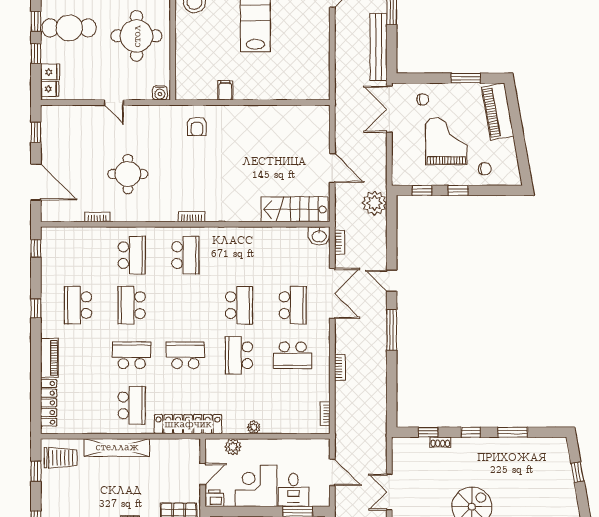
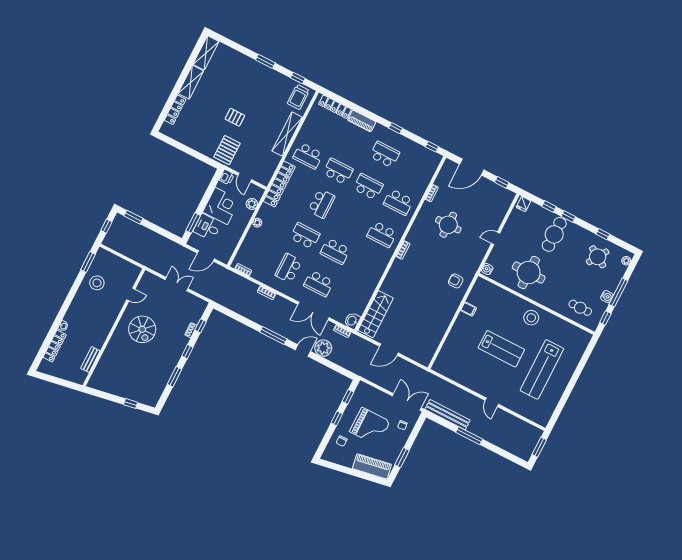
fridge: (50, 72) -> (534, 209), removed
plant: (375, 203) -> (323, 348), moved
school desk: (132, 355) -> (338, 171), turned -90

